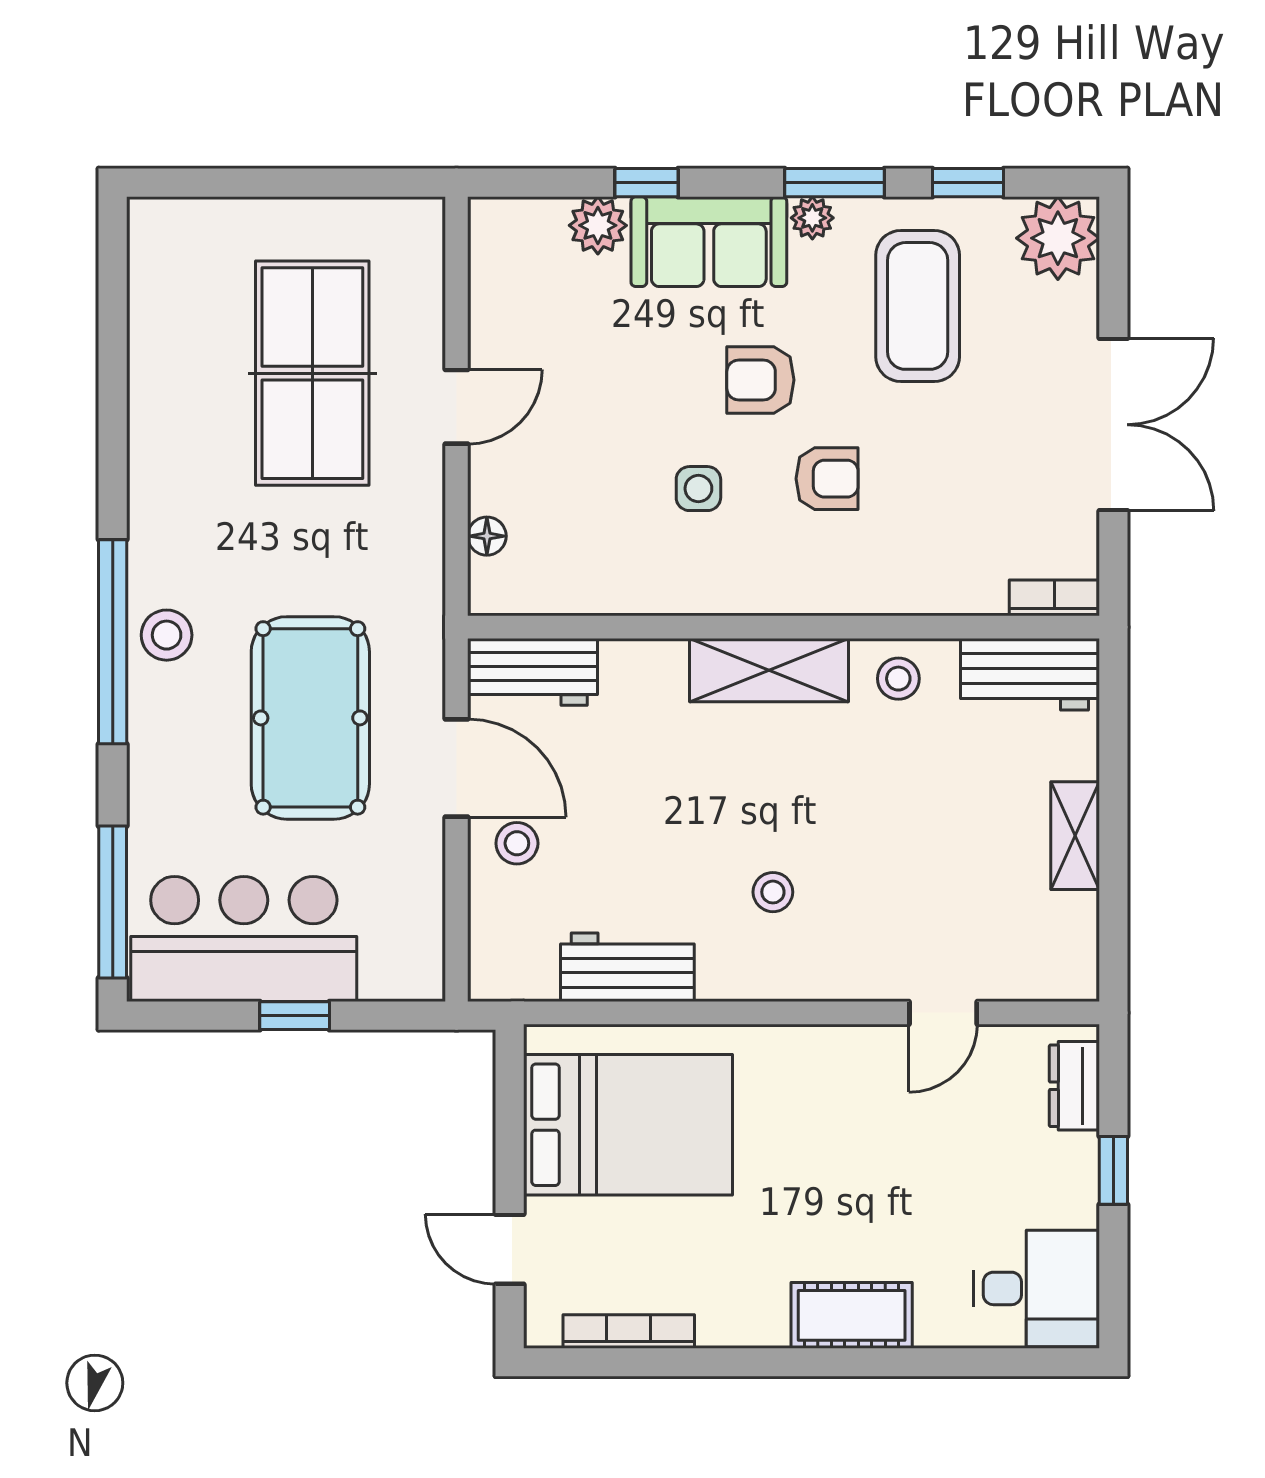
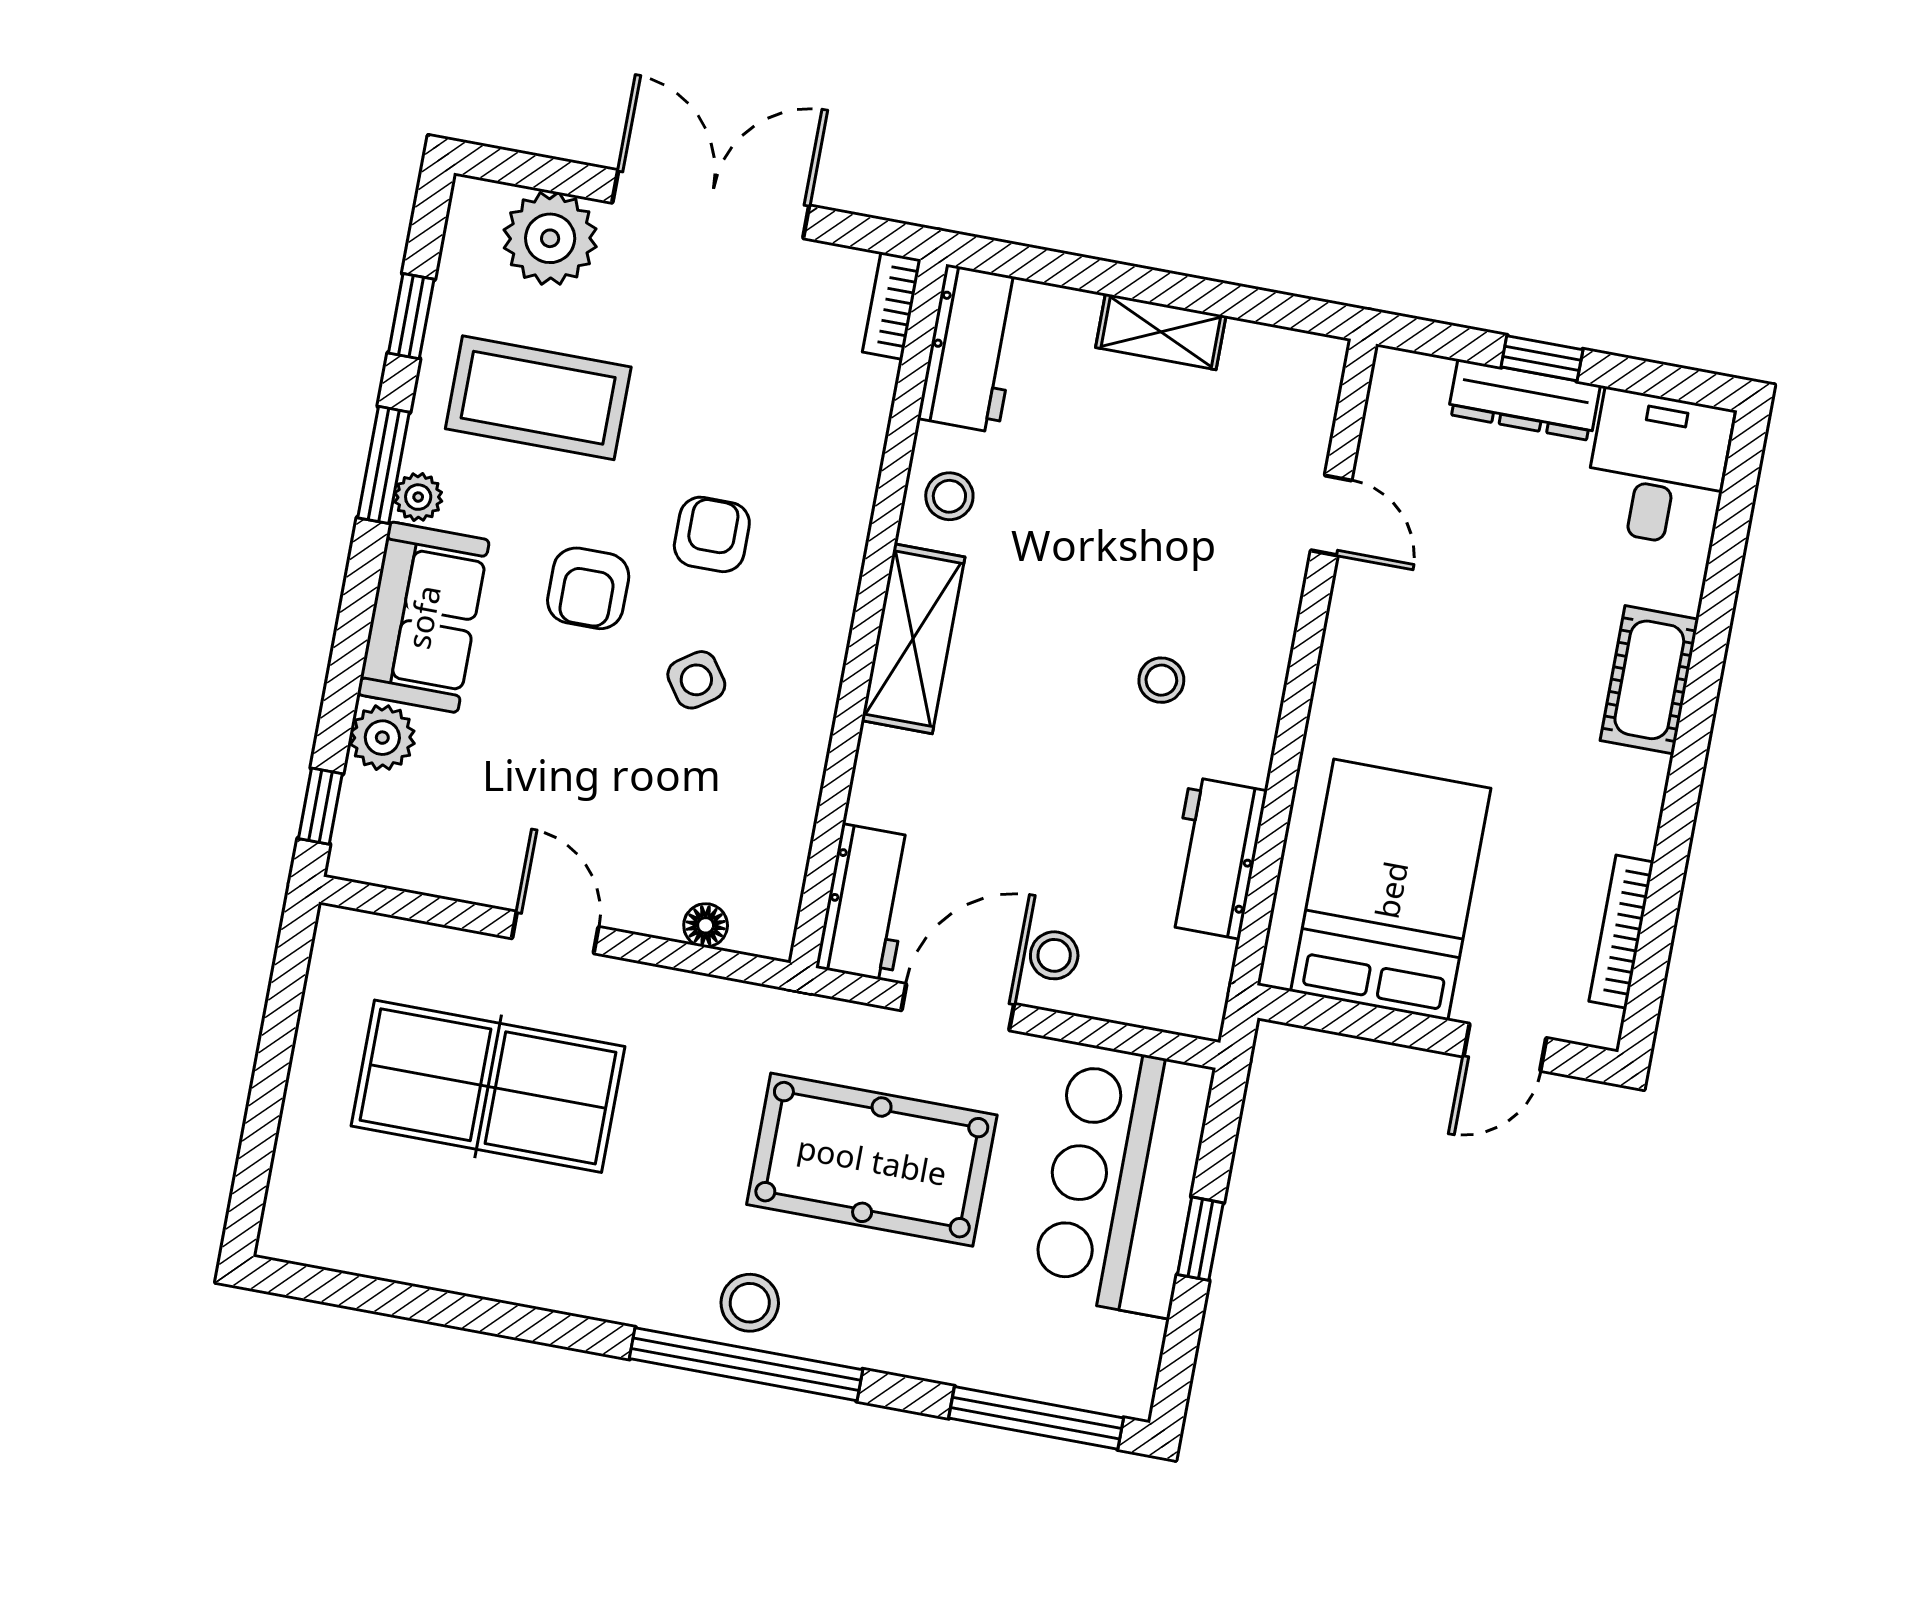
window: (647, 183) -> (320, 806), moved
plant: (1058, 238) -> (550, 238), moved
side table: (698, 489) -> (696, 680), turned -35
bar counter: (244, 939) -> (1123, 1181), moved
dresser: (1074, 1086) -> (1524, 400), moved, width x1.44

